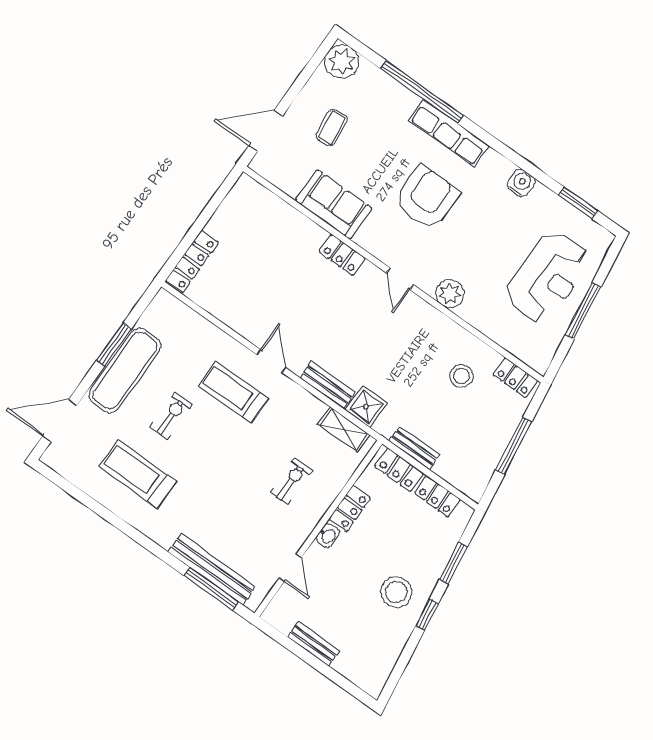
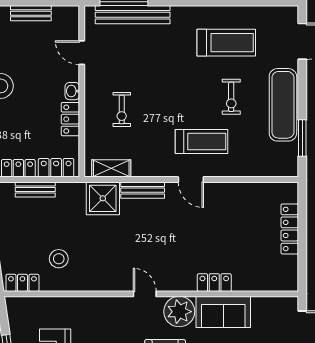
locker: (342, 255) -> (214, 283), moved
locker: (192, 261) -> (290, 229), moved
plant: (450, 294) -> (179, 312), moved, width x1.36, depth x1.36
window: (114, 345) -> (302, 138), moved
shower: (366, 407) -> (103, 198), width x1.36, depth x1.36
bench: (414, 448) -> (35, 189), moved

